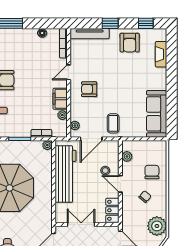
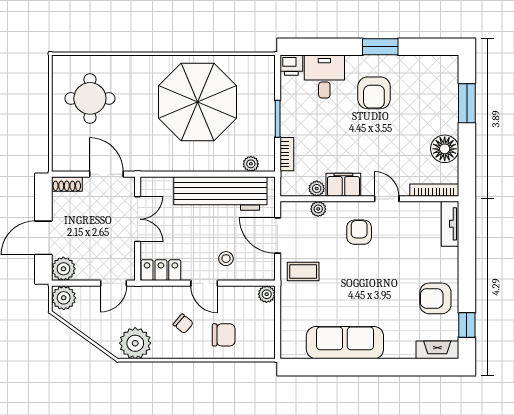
window: (110, 23) -> (467, 267), removed
floor lamp: (42, 33) -> (445, 149), width x1.89, depth x1.89
tv unit: (90, 34) -> (450, 224), width x0.71
fireplace: (161, 54) -> (437, 350), moved
sofa: (157, 114) -> (345, 343), moved
plant: (75, 126) -> (318, 209), moved
plant: (47, 145) -> (251, 164), moved
plant: (127, 156) -> (267, 294), moved
door: (120, 184) -> (204, 283), swing flipped

